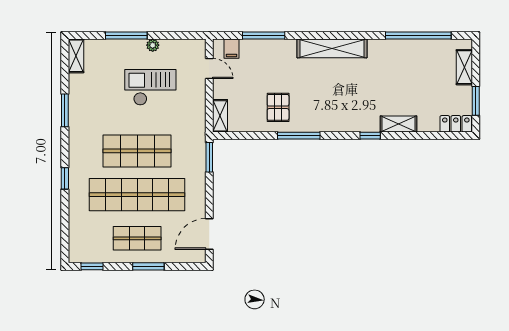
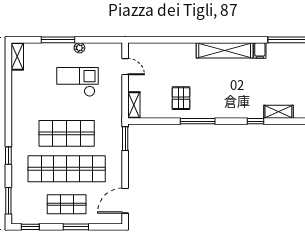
window: (264, 35) -> (169, 40), removed
filing cabinet: (231, 49) -> (260, 51), moved
window: (65, 110) -> (8, 201), moved

